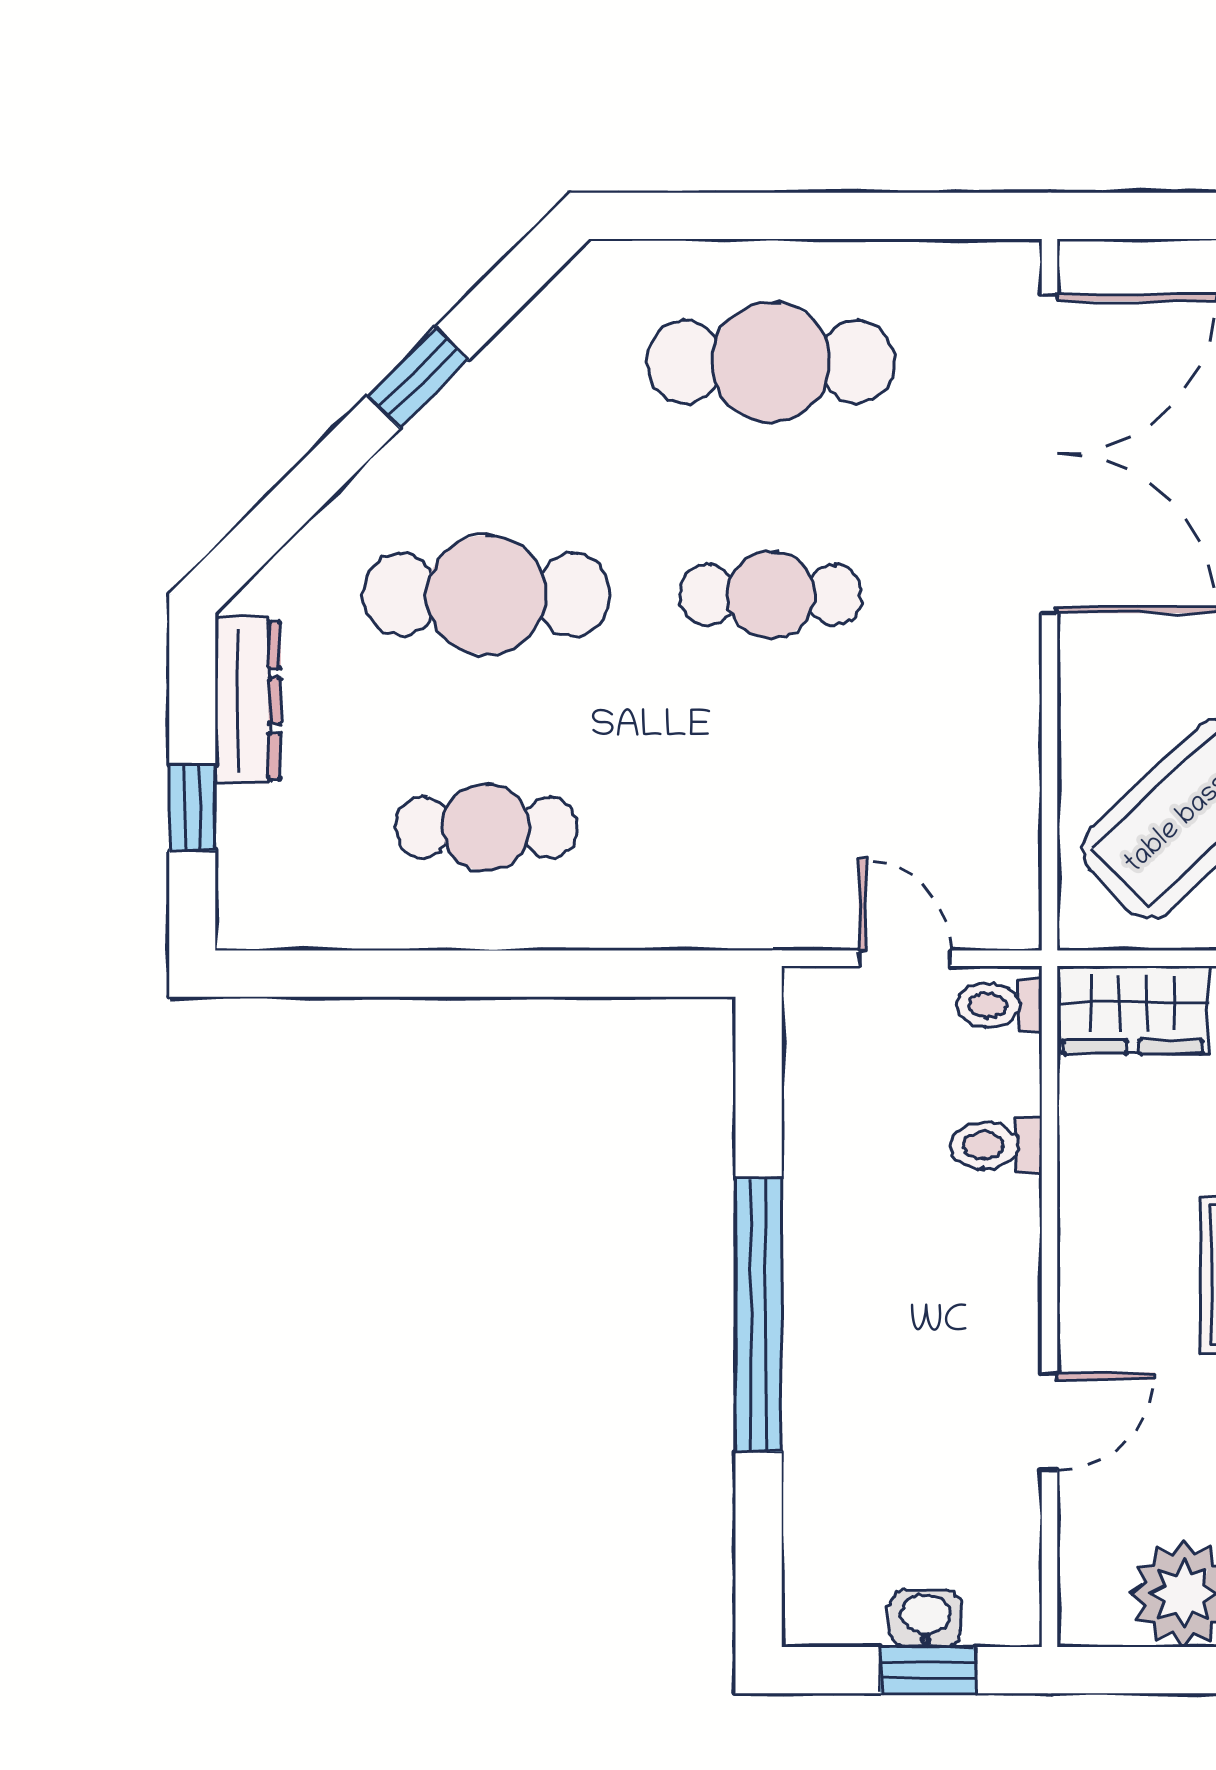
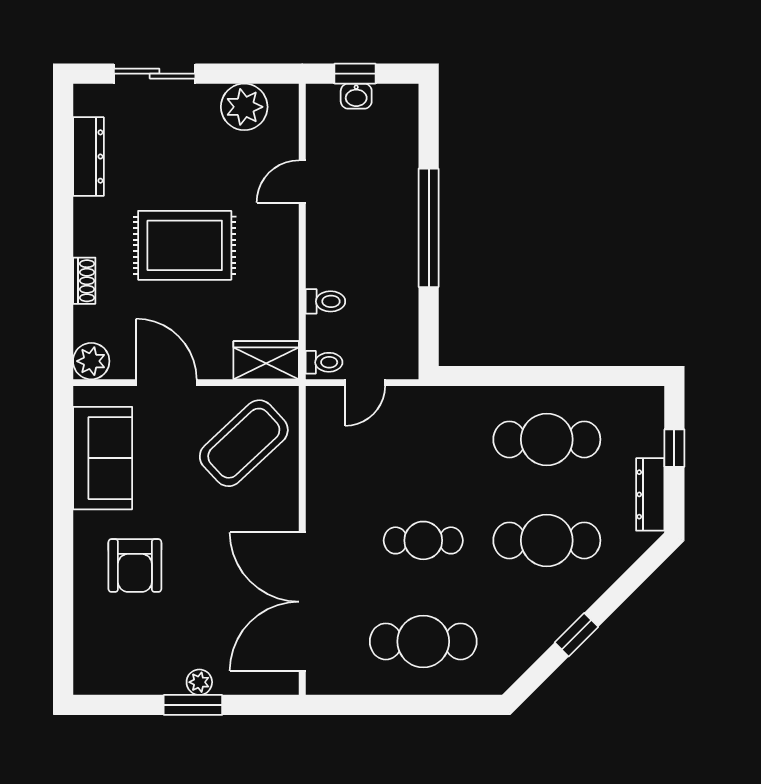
cafe table: (486, 827) -> (547, 439), width x1.37, depth x1.35
door: (905, 958) -> (365, 383), hinge flipped

